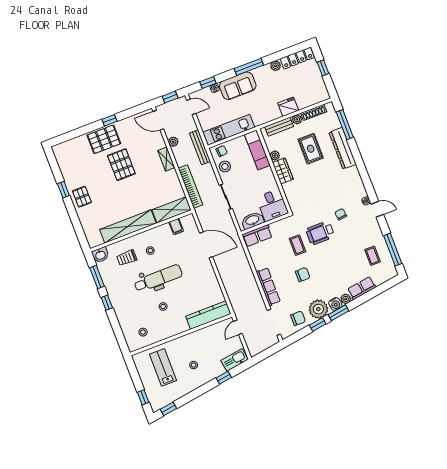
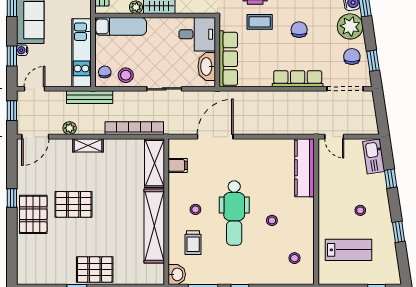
pallet: (82, 197) -> (95, 270), width x1.50, depth x1.42
row of seats: (257, 236) -> (228, 59), width x1.48
dental chair: (158, 278) -> (234, 213), turned 180
window: (318, 325) -> (373, 61), moved
lab bench: (163, 367) -> (348, 250), turned 180
window: (168, 409) -> (399, 232), moved

